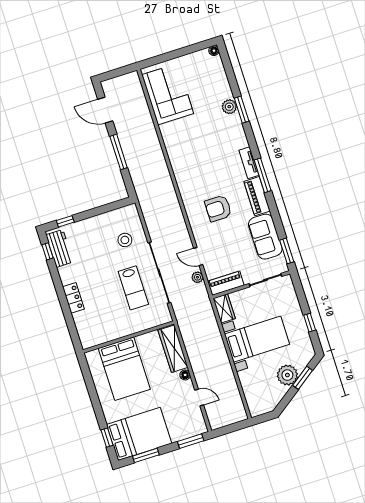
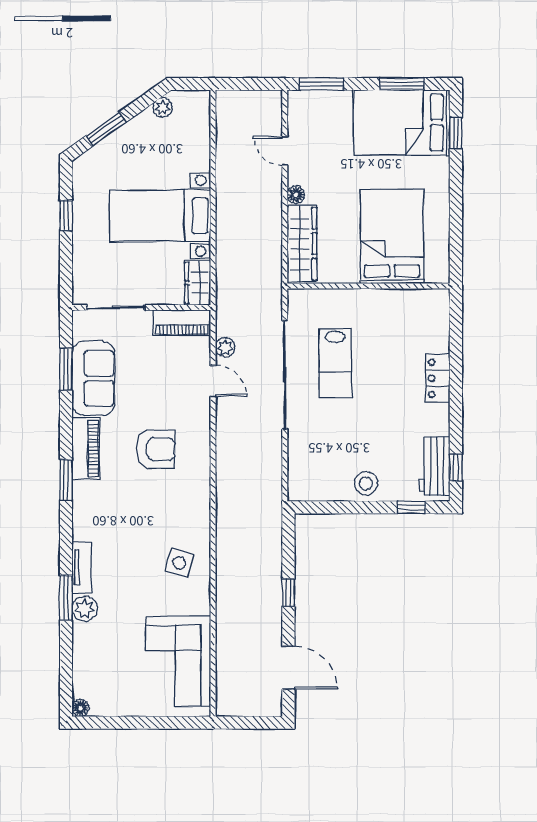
side table: (185, 149) -> (179, 563), added
window: (119, 152) -> (288, 593), width x0.46
tv unit: (249, 163) -> (82, 567), moved
window: (263, 175) -> (66, 480), width x0.69
stool: (125, 240) -> (366, 483), moved
window: (287, 251) -> (66, 369), moved
lab bench: (133, 288) -> (335, 363), turned 180
plant: (287, 375) -> (163, 108), moved, width x0.53, depth x0.53

